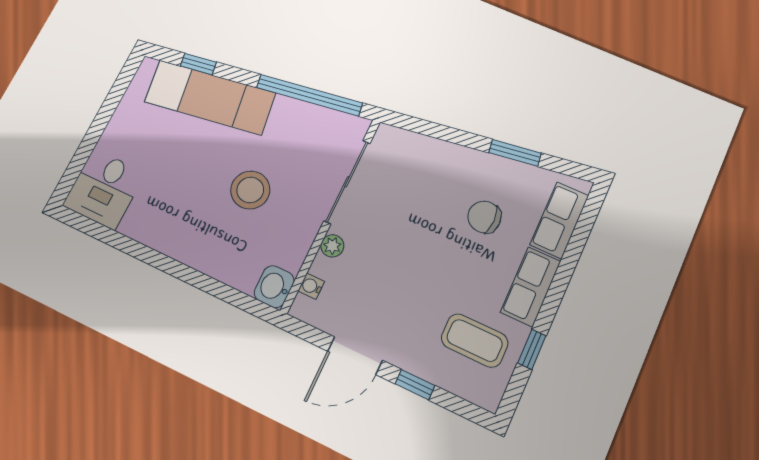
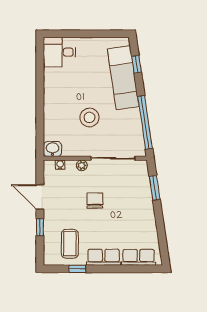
window: (515, 153) -> (155, 188), moved
chair: (484, 217) -> (95, 201), moved

